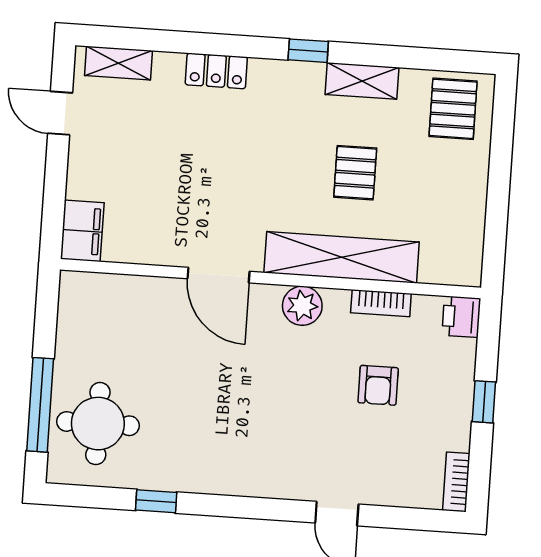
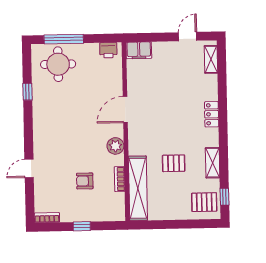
window: (308, 51) -> (224, 197), moved
locker: (216, 71) -> (212, 114), moved
shelving: (342, 257) -> (138, 188), moved
printer: (461, 317) -> (108, 50), moved, turned 180

